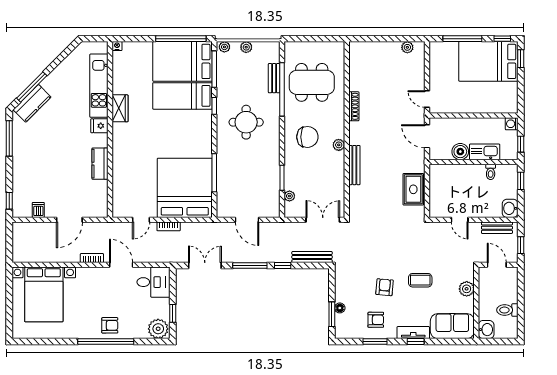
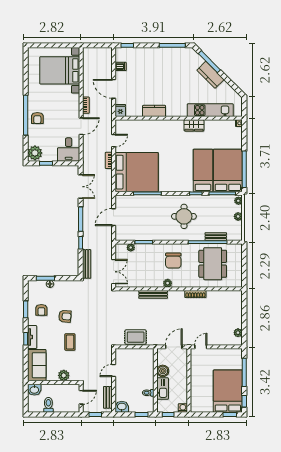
kitchen counter: (32, 103) -> (210, 75), moved
fridge: (99, 126) -> (120, 110), moved
door: (141, 220) -> (114, 141), swing flipped

